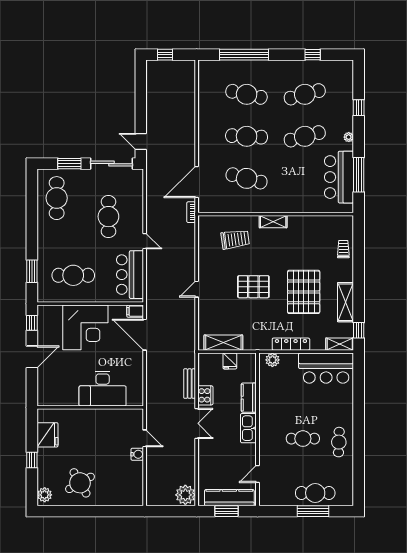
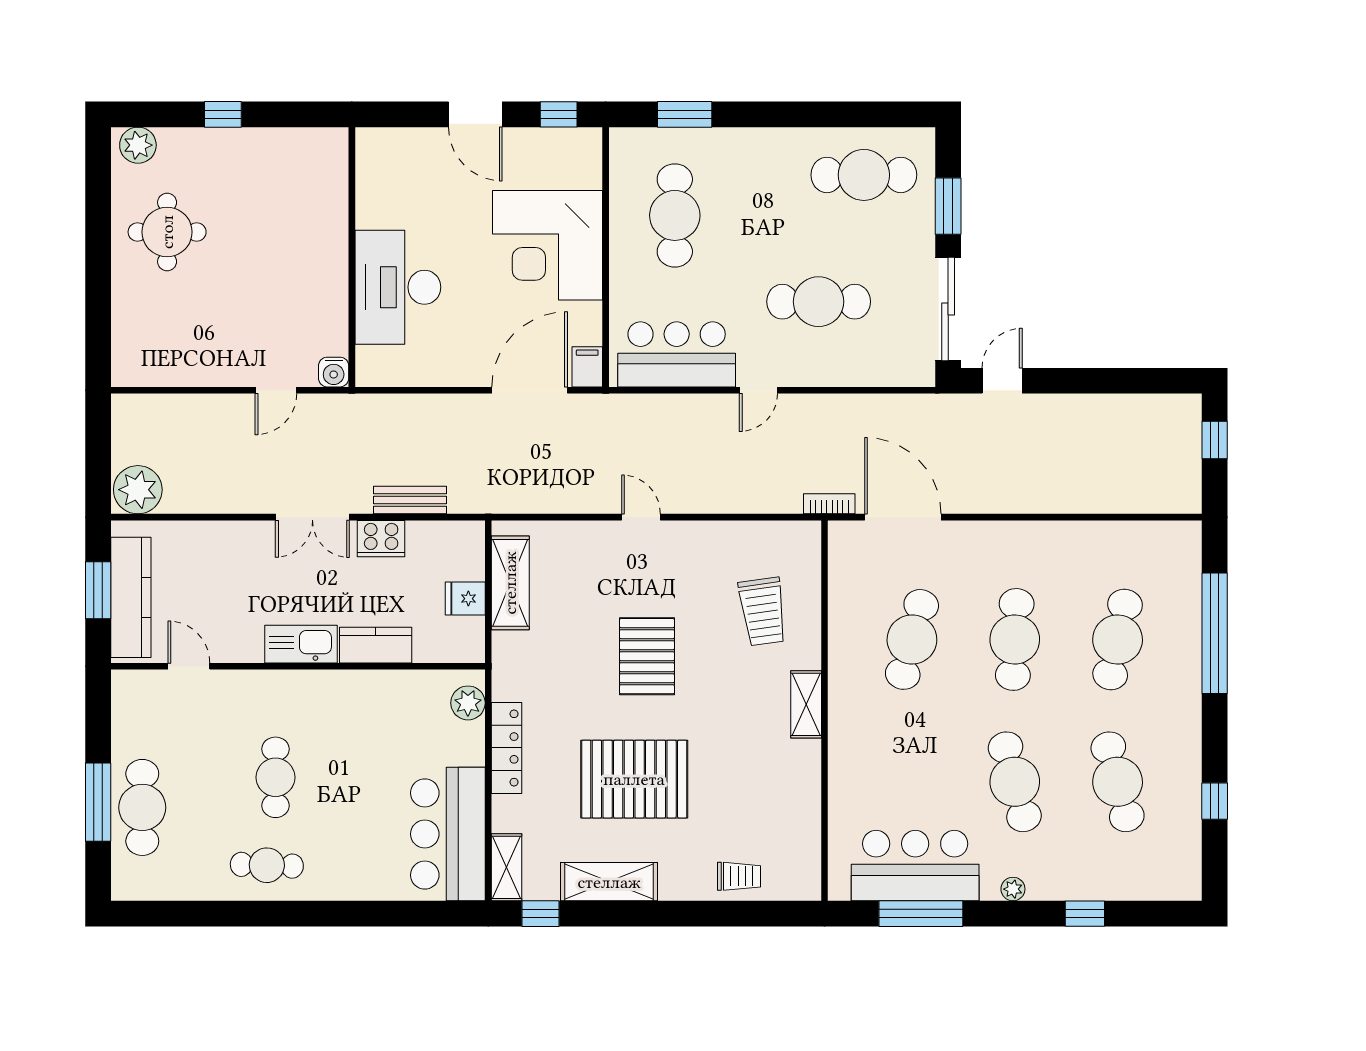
fridge: (47, 435) -> (285, 152), removed
water cooler: (137, 454) -> (334, 372), moved
round table: (80, 483) -> (167, 232), turned 30

